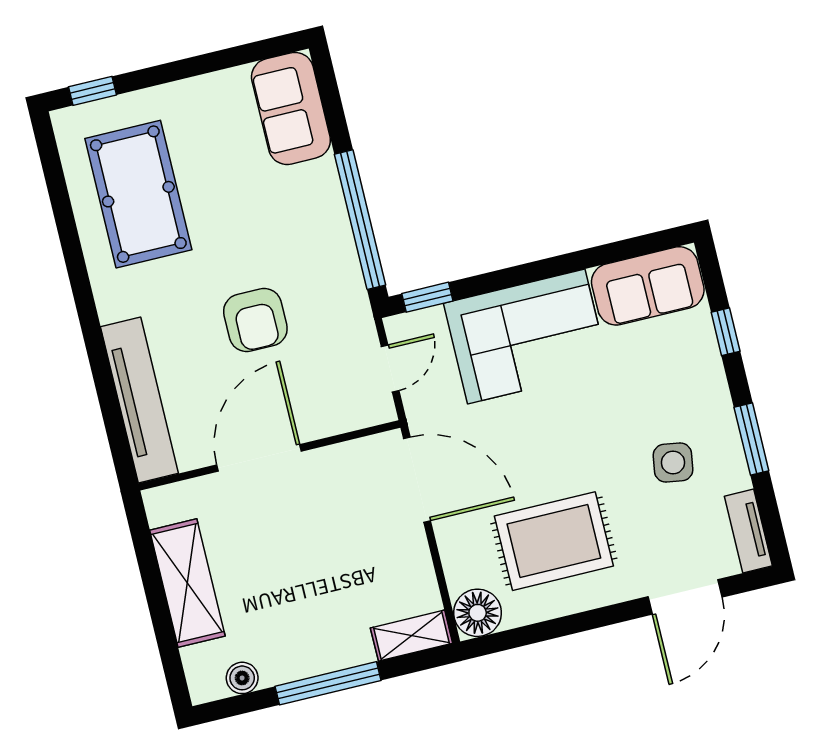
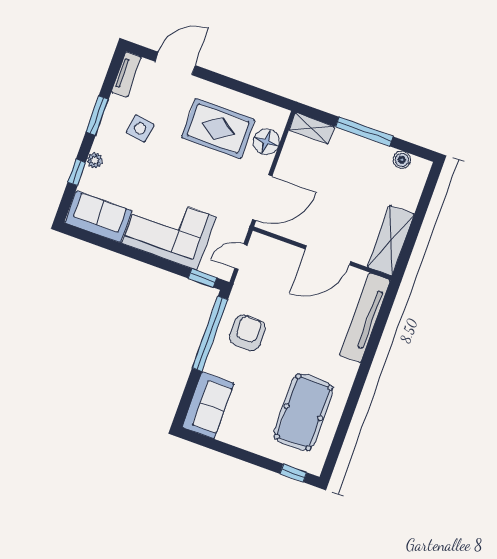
armchair: (255, 320) -> (248, 333), moved
plant: (710, 368) -> (95, 161), added
door: (417, 480) -> (262, 198), swing flipped
shelving: (187, 583) -> (391, 241), moved
floor lamp: (478, 613) -> (266, 142), moved

